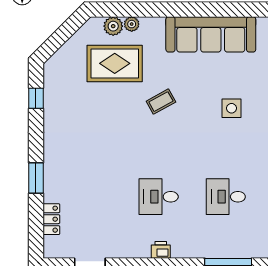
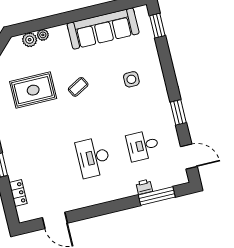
rug: (115, 63) -> (33, 90), moved
desk: (159, 197) -> (93, 157), width x1.37
printer: (161, 250) -> (144, 187), moved

